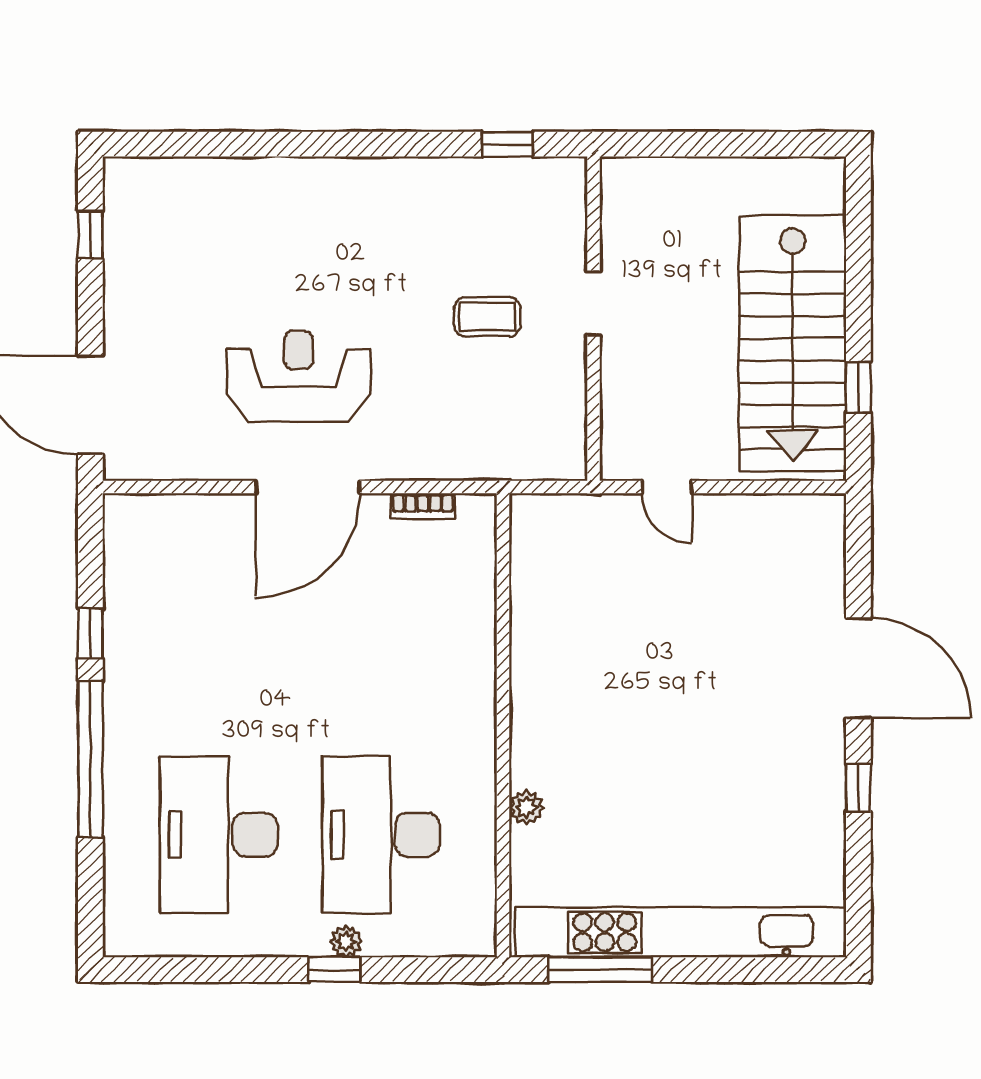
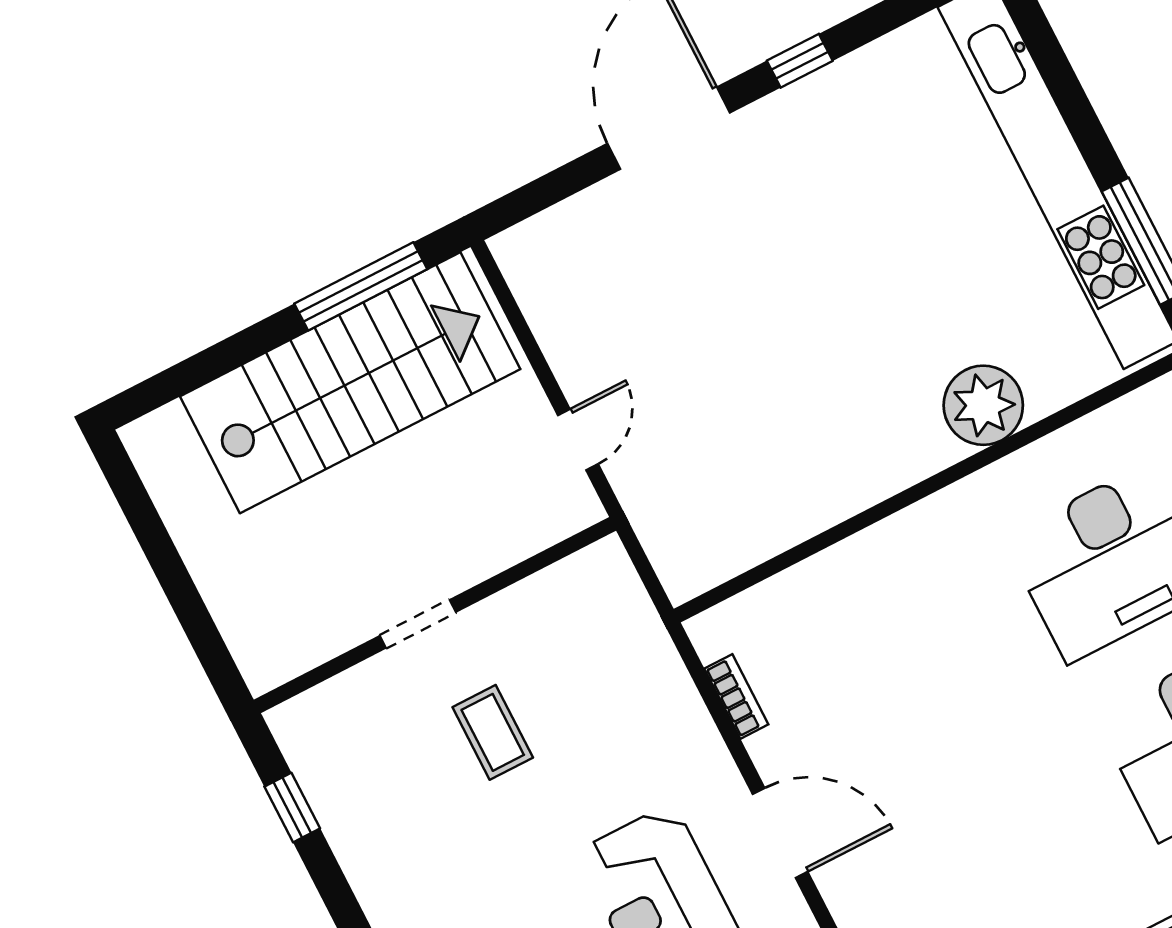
window: (858, 387) -> (361, 286), width x2.17
door: (308, 487) -> (780, 833), width x0.73
plant: (526, 807) -> (983, 405), width x1.88, depth x1.88

